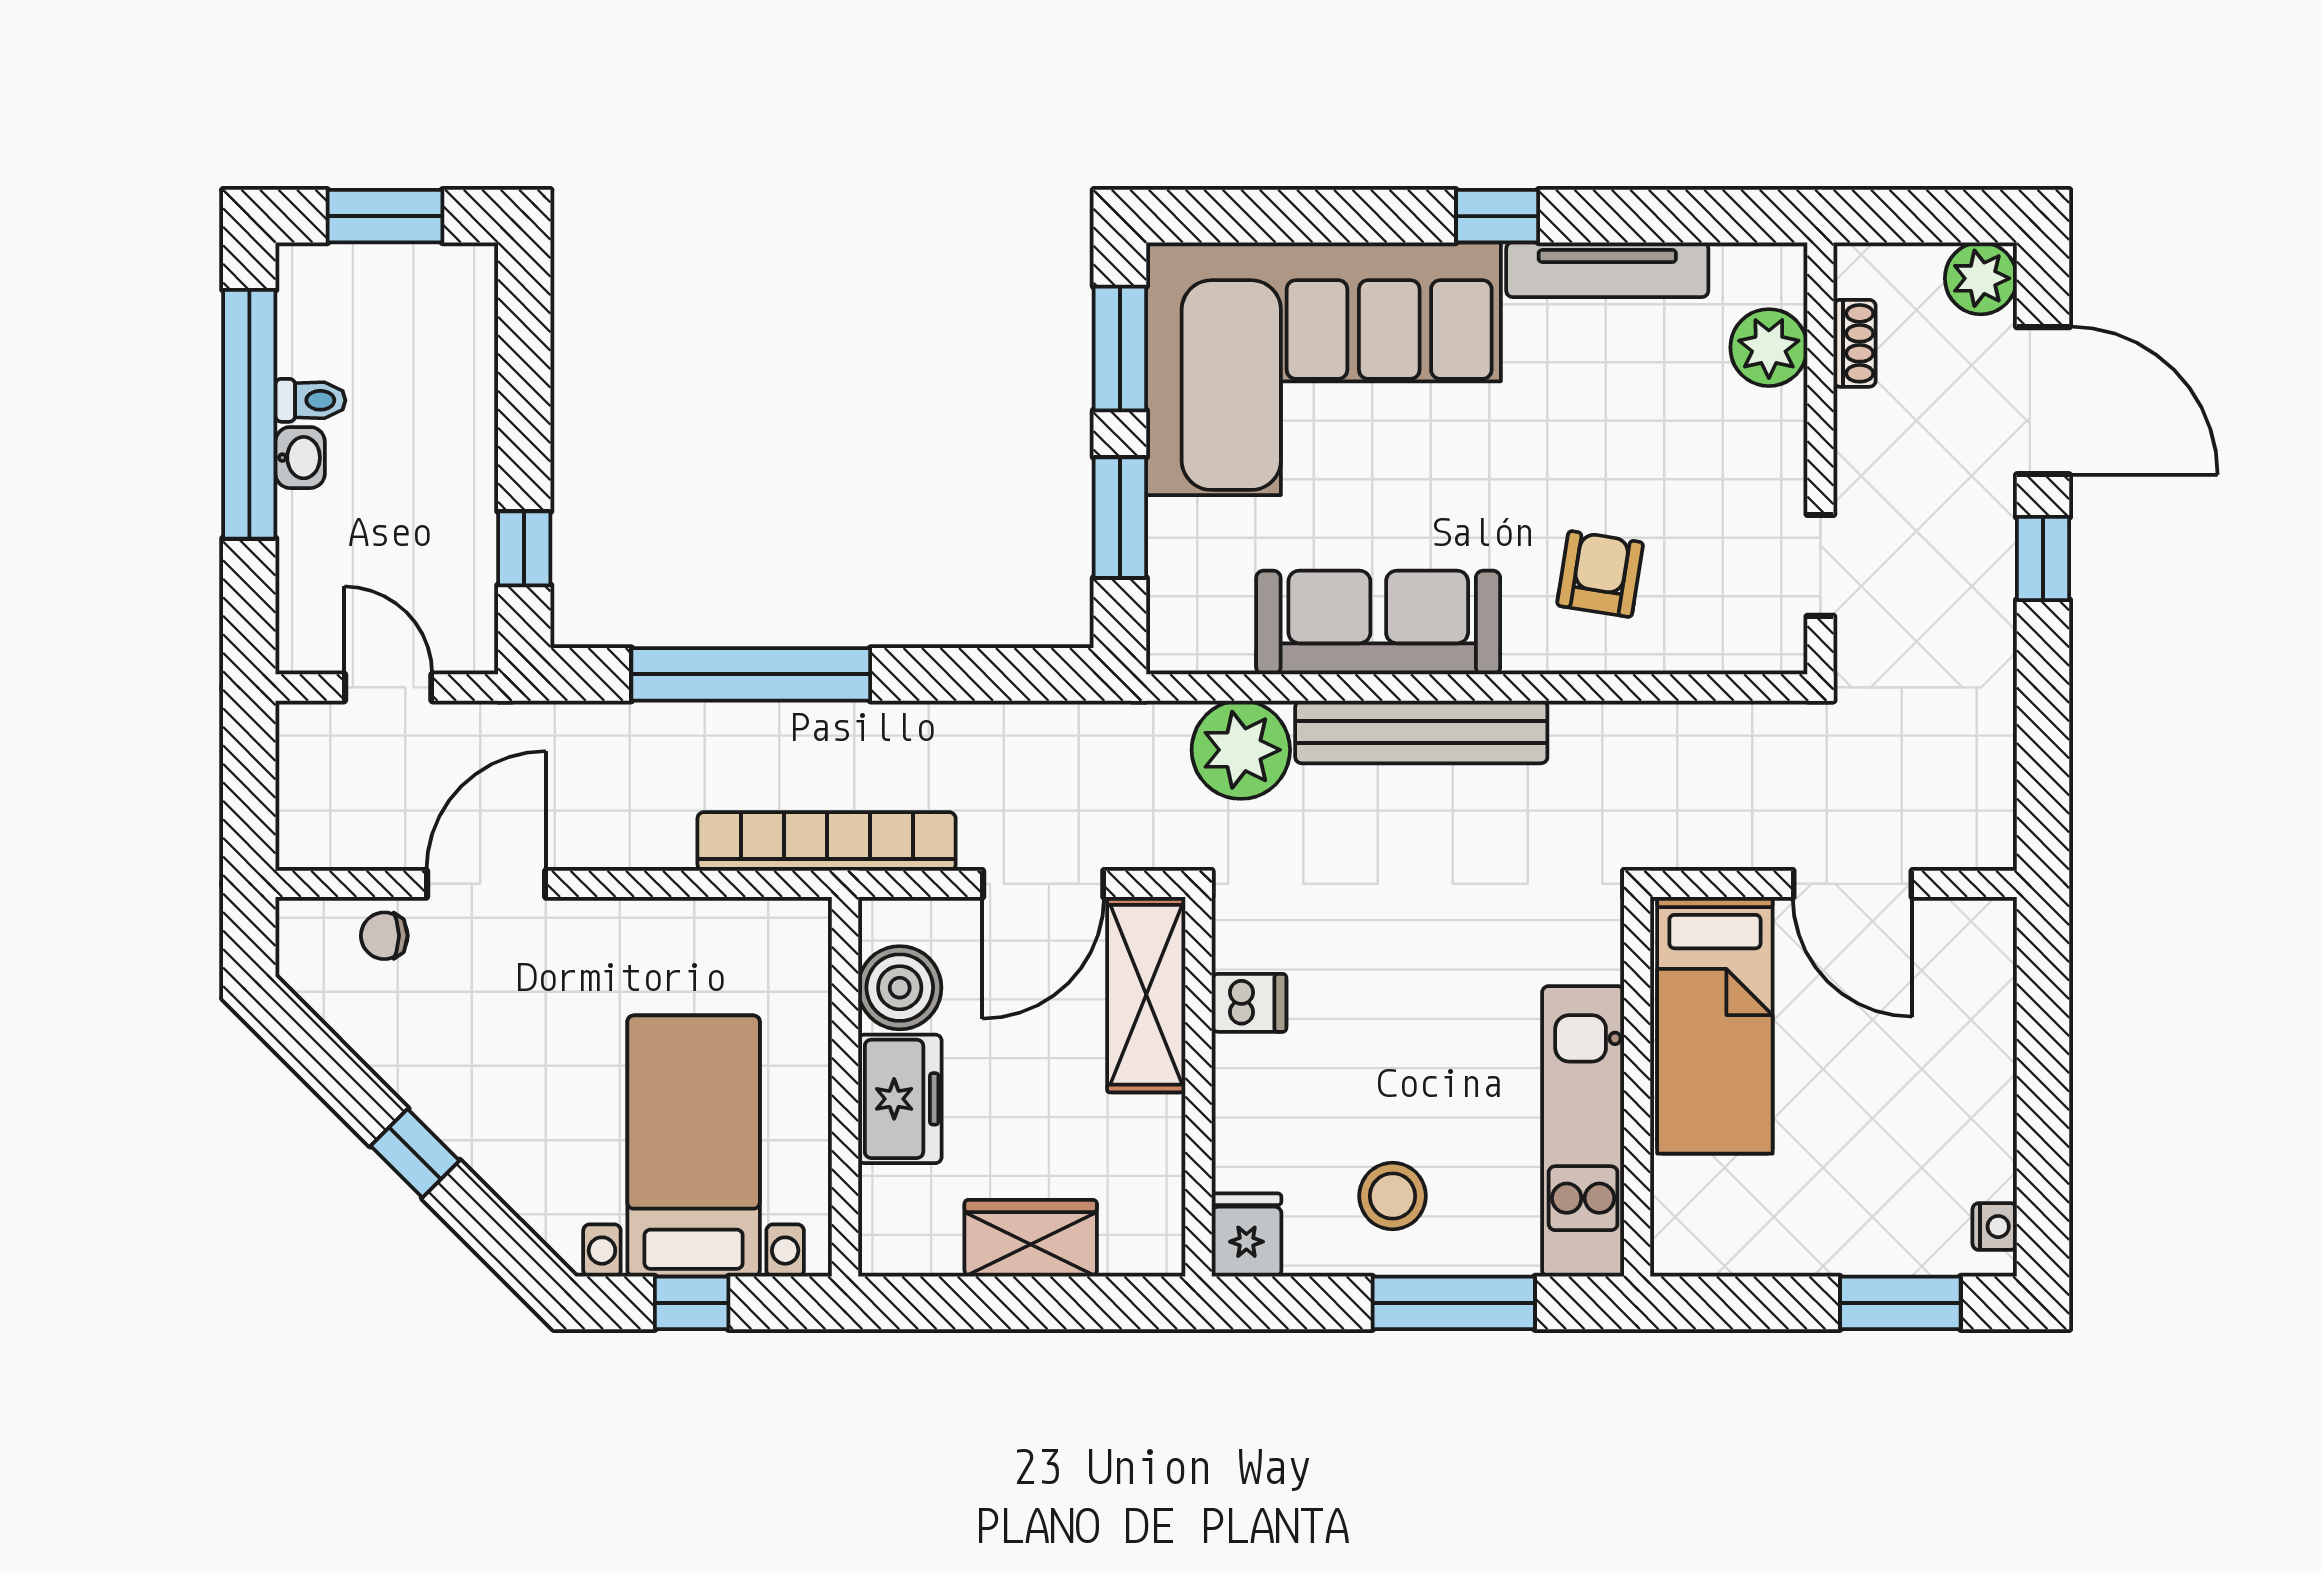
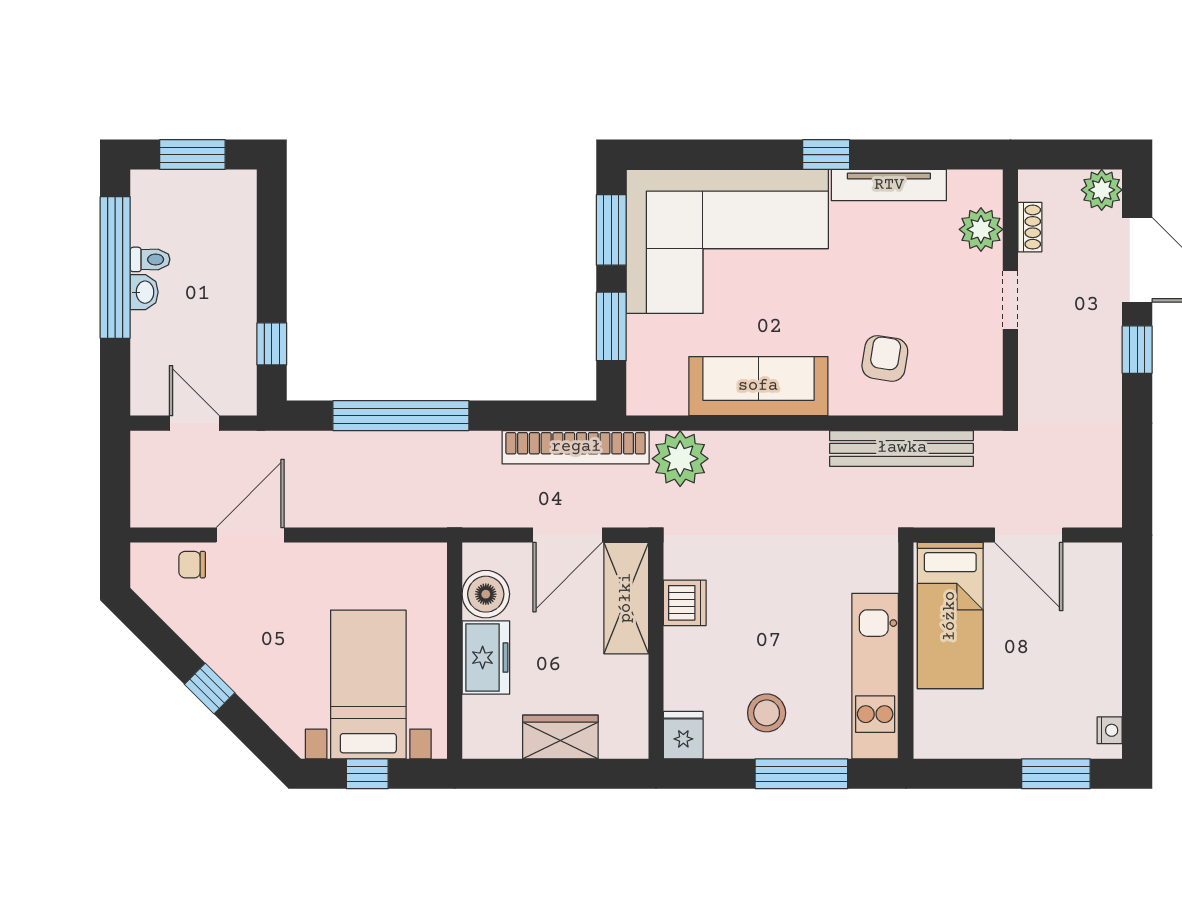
doorway: (1820, 565) -> (1010, 300), moved
bench: (1421, 732) -> (902, 448), moved
bookcase: (827, 841) -> (576, 447), moved, turned 180
dishwasher: (1249, 1003) -> (685, 603), width x1.38

